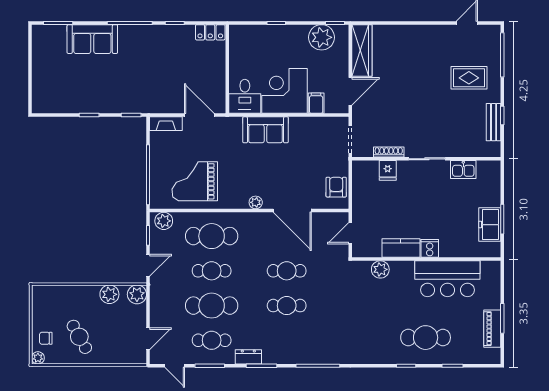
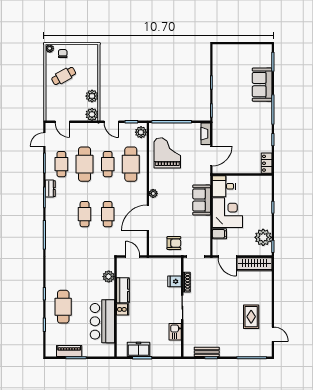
rug: (469, 78) -> (251, 317), moved
armchair: (336, 187) -> (174, 243), moved

